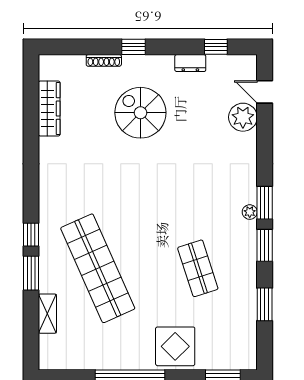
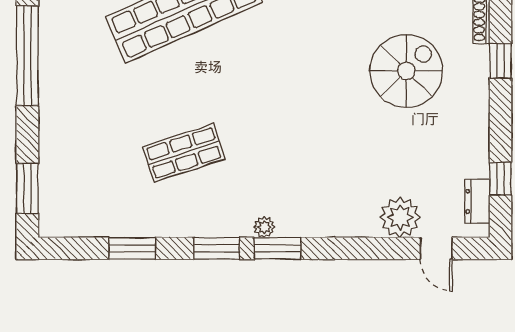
dresser: (190, 63) -> (477, 201), moved
door: (265, 92) -> (436, 248), swing flipped
display table: (175, 346) -> (72, 121), removed

